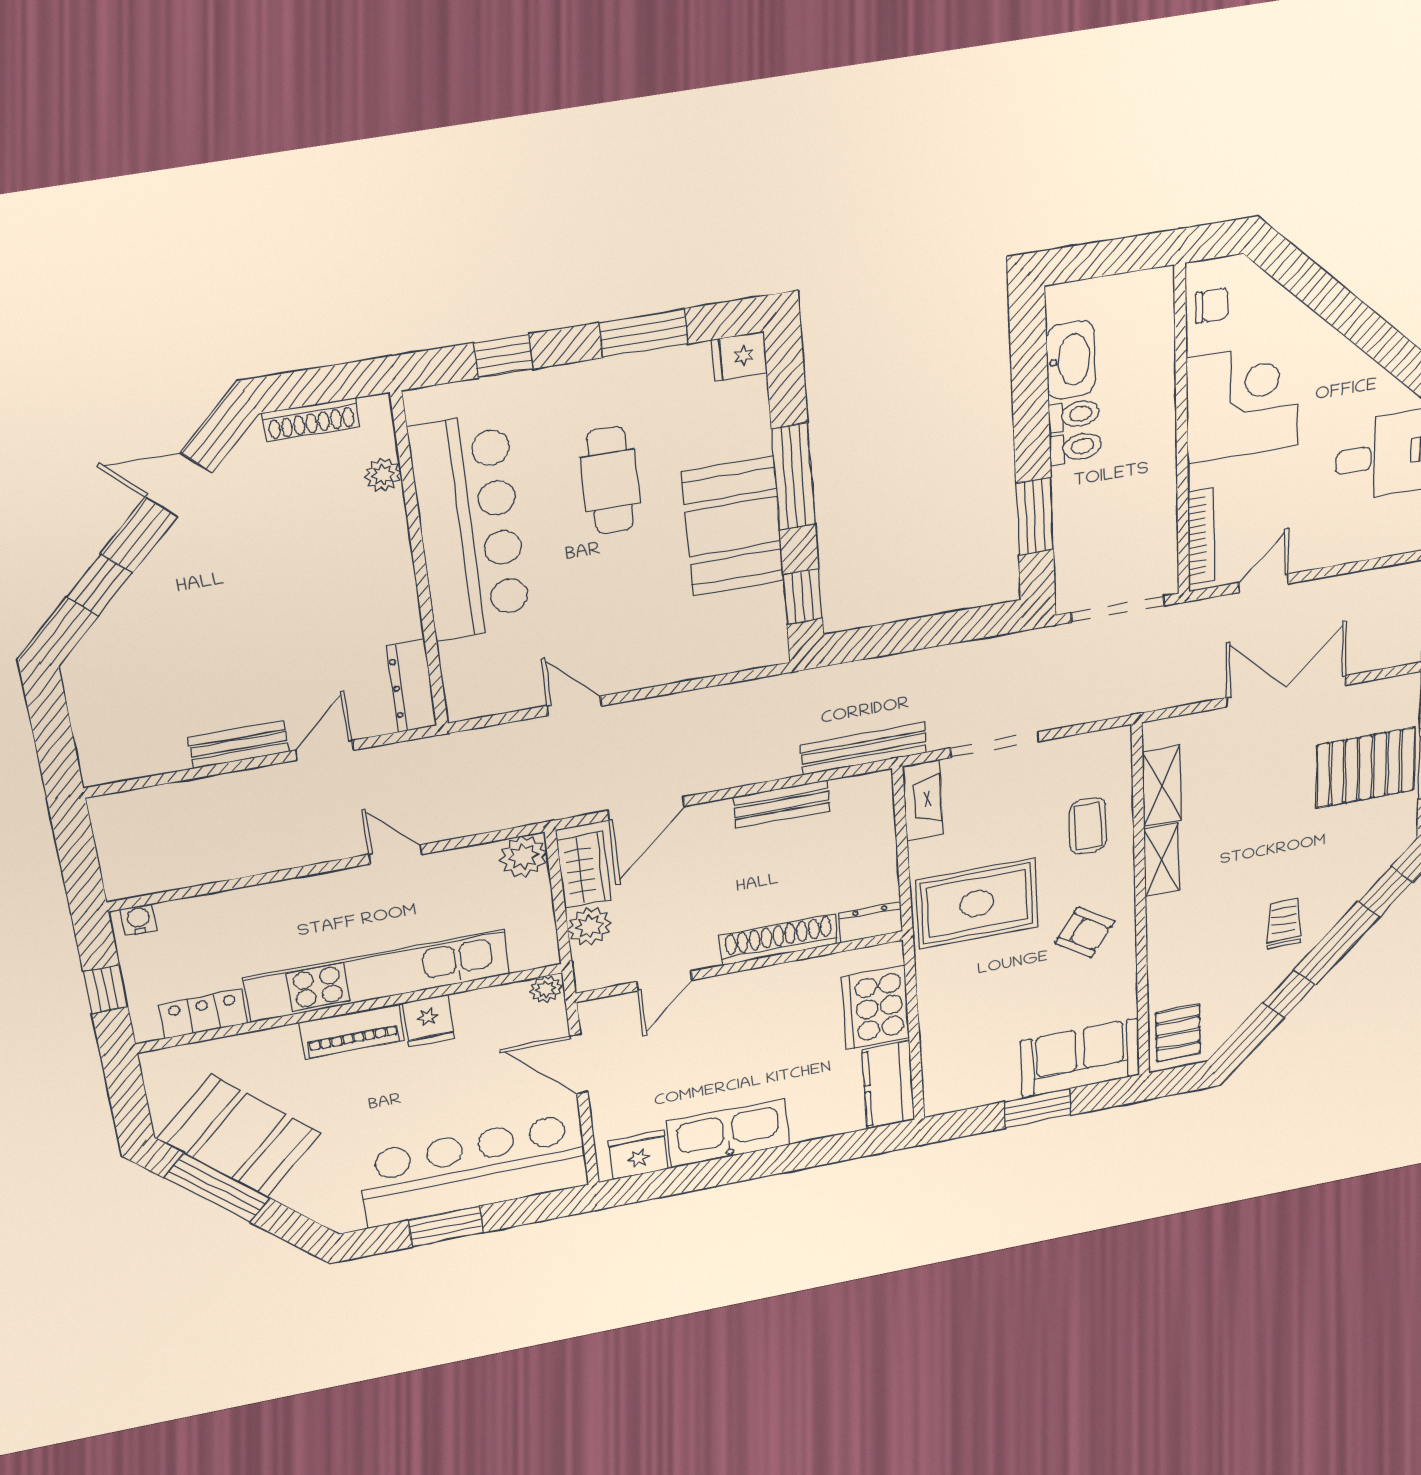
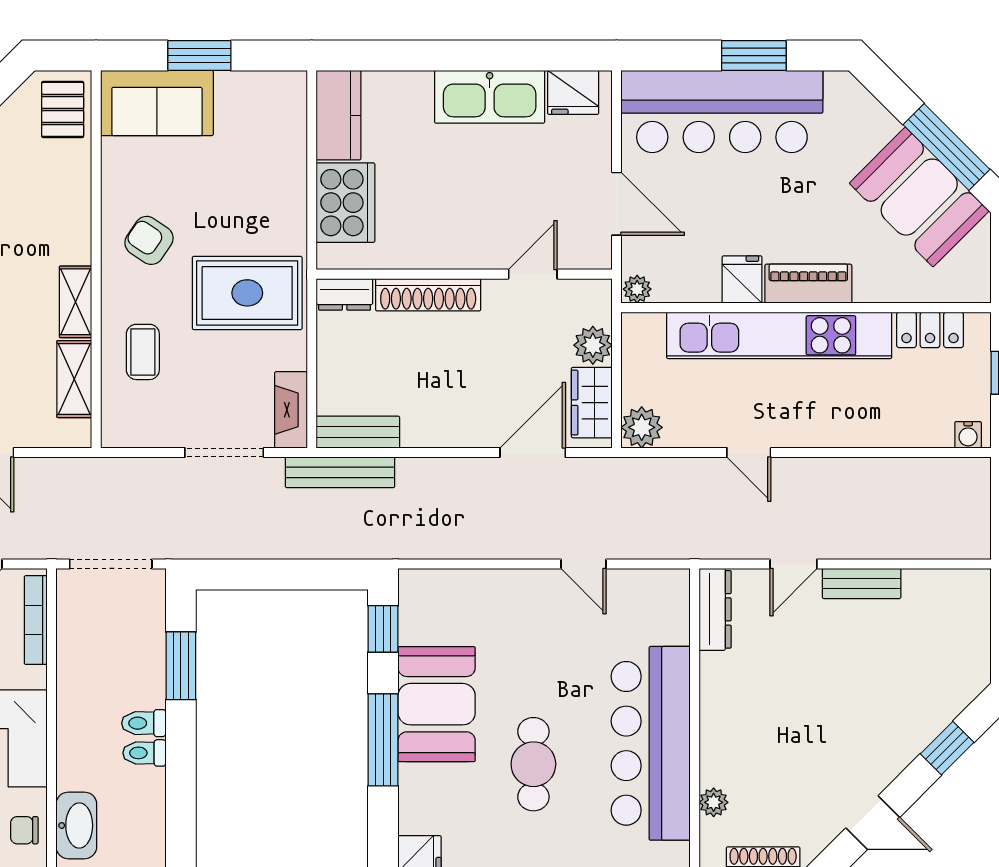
washbasin: (1071, 360) -> (76, 825), moved, turned 180
bench: (782, 804) -> (358, 432), moved

